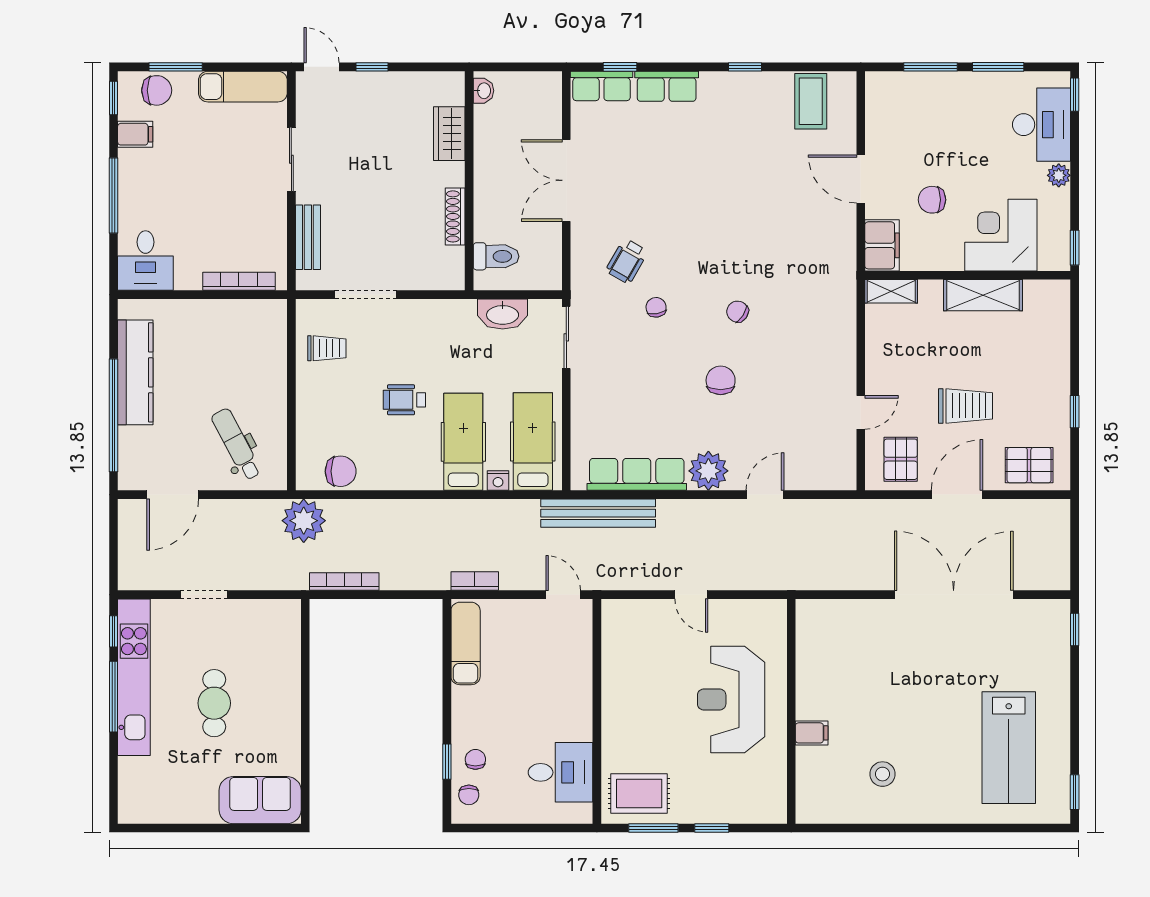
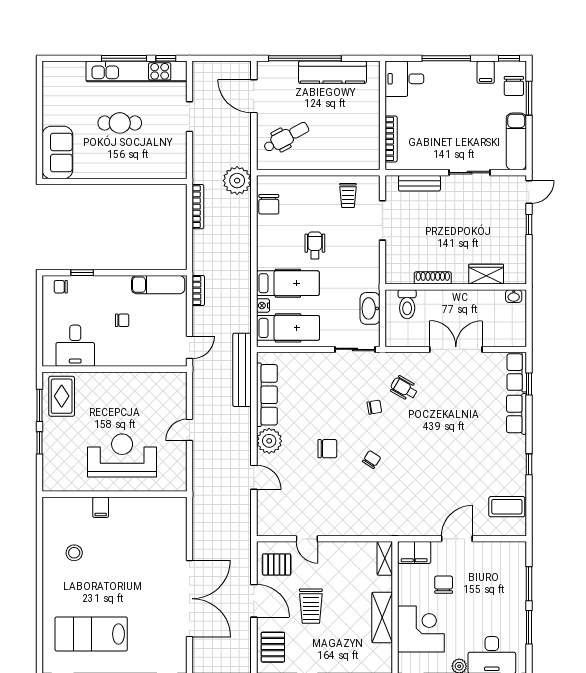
chair: (475, 759) -> (122, 320), moved

